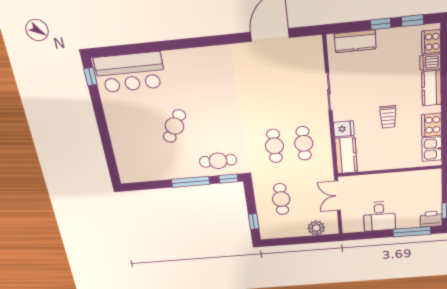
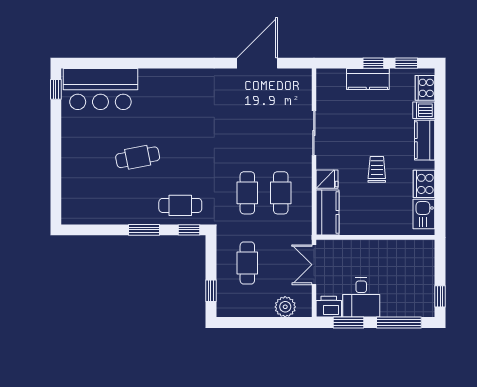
kitchen counter: (355, 41) -> (368, 79), moved
trolley: (388, 117) -> (377, 169), turned 180
cafe table: (174, 126) -> (138, 157), turned 48
window: (191, 182) -> (144, 230), width x0.69
printer: (431, 219) -> (329, 307), moved
window: (370, 235) -> (348, 323), added

